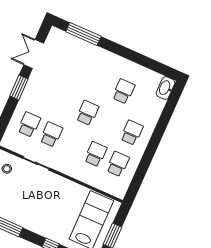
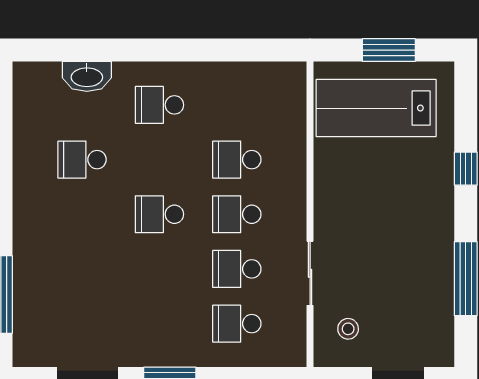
washbasin: (165, 88) -> (87, 76), moved
school desk: (118, 164) -> (237, 214), moved

